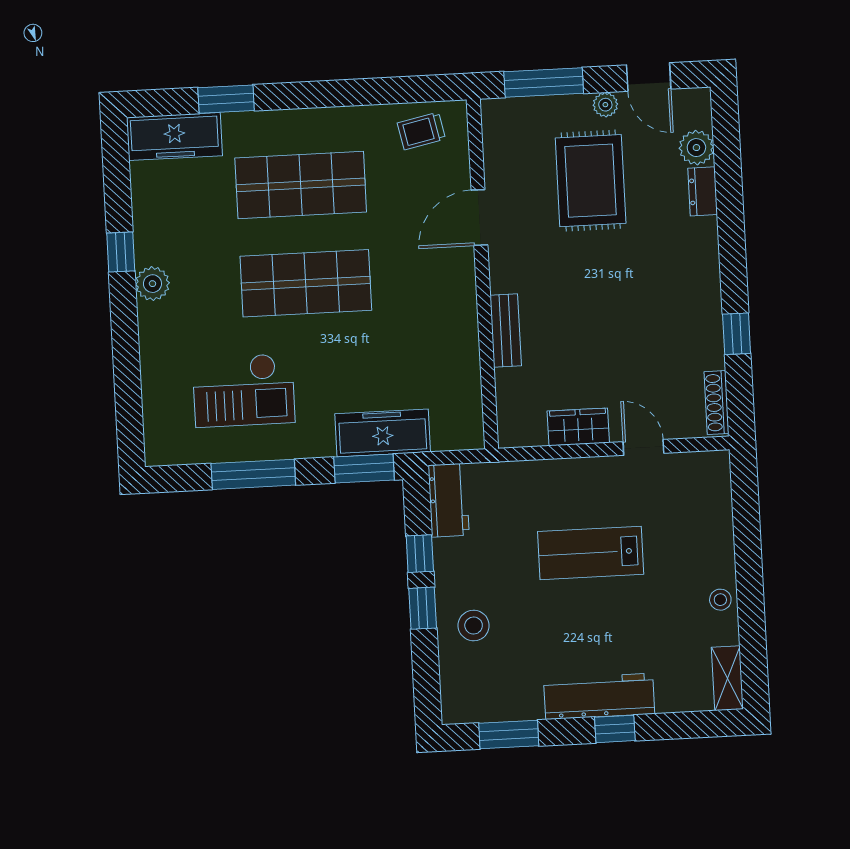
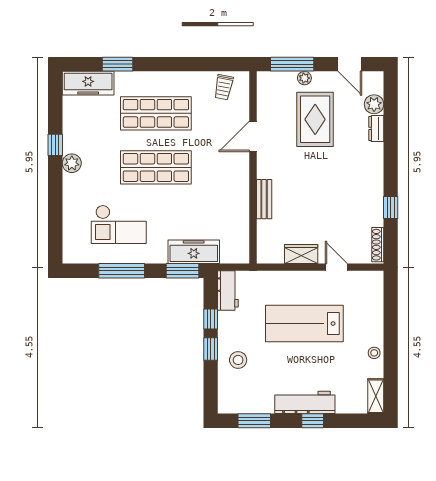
plant: (605, 105) -> (304, 78), moved
trolley: (421, 131) -> (224, 87), turned -67
lab bench: (591, 553) -> (304, 324), width x1.36, depth x1.39

